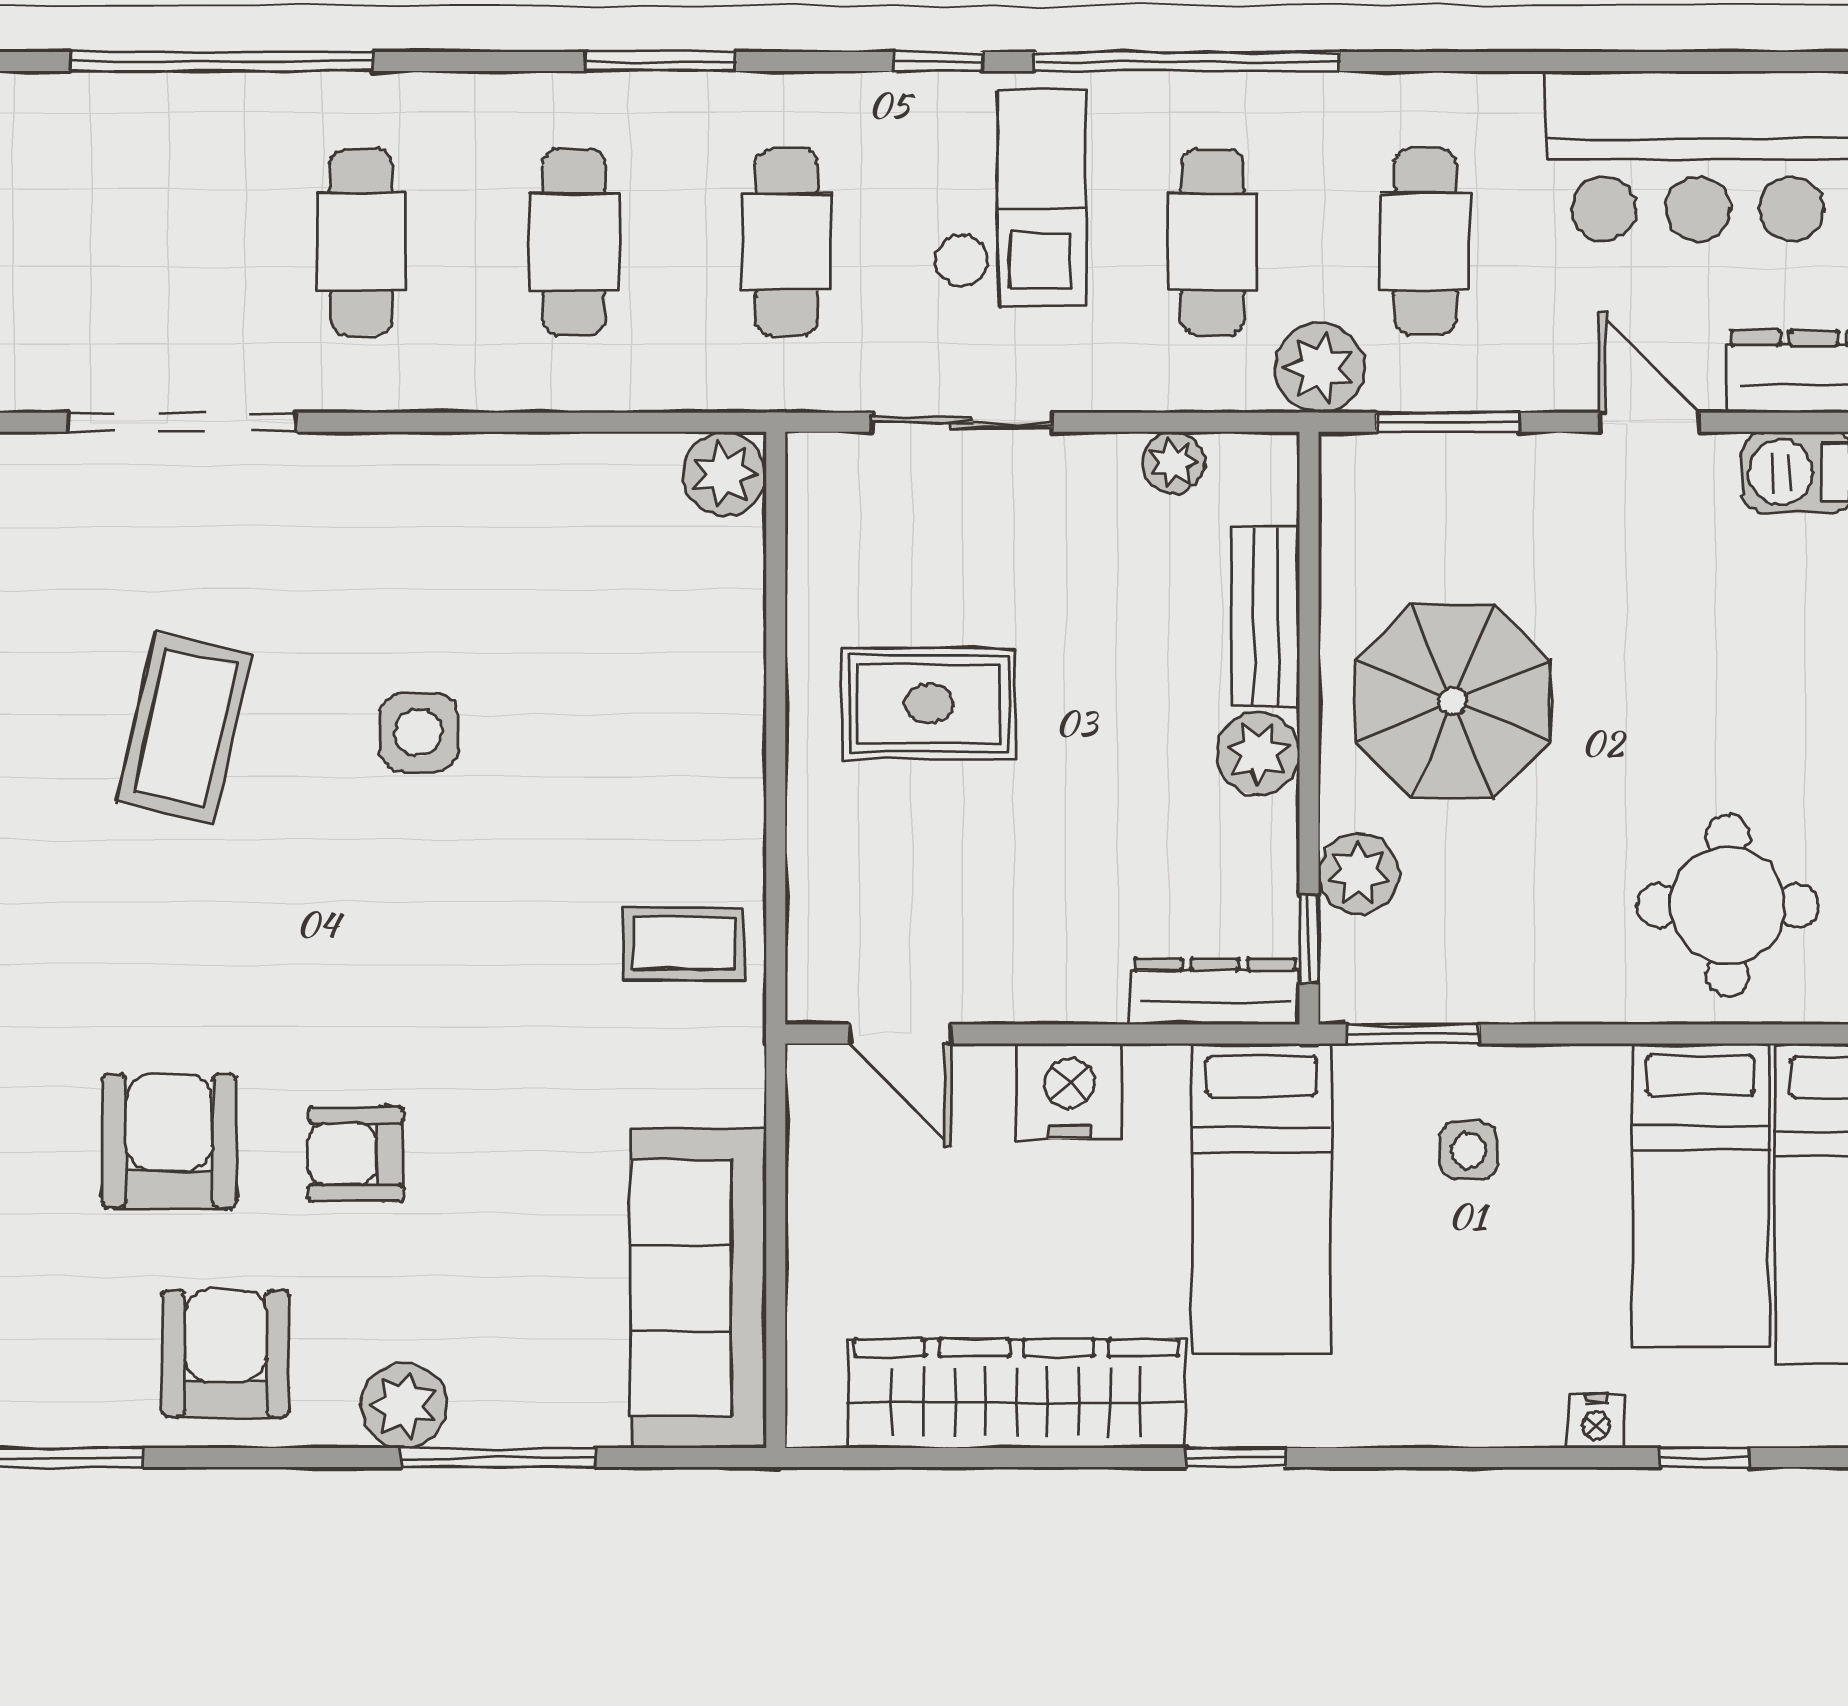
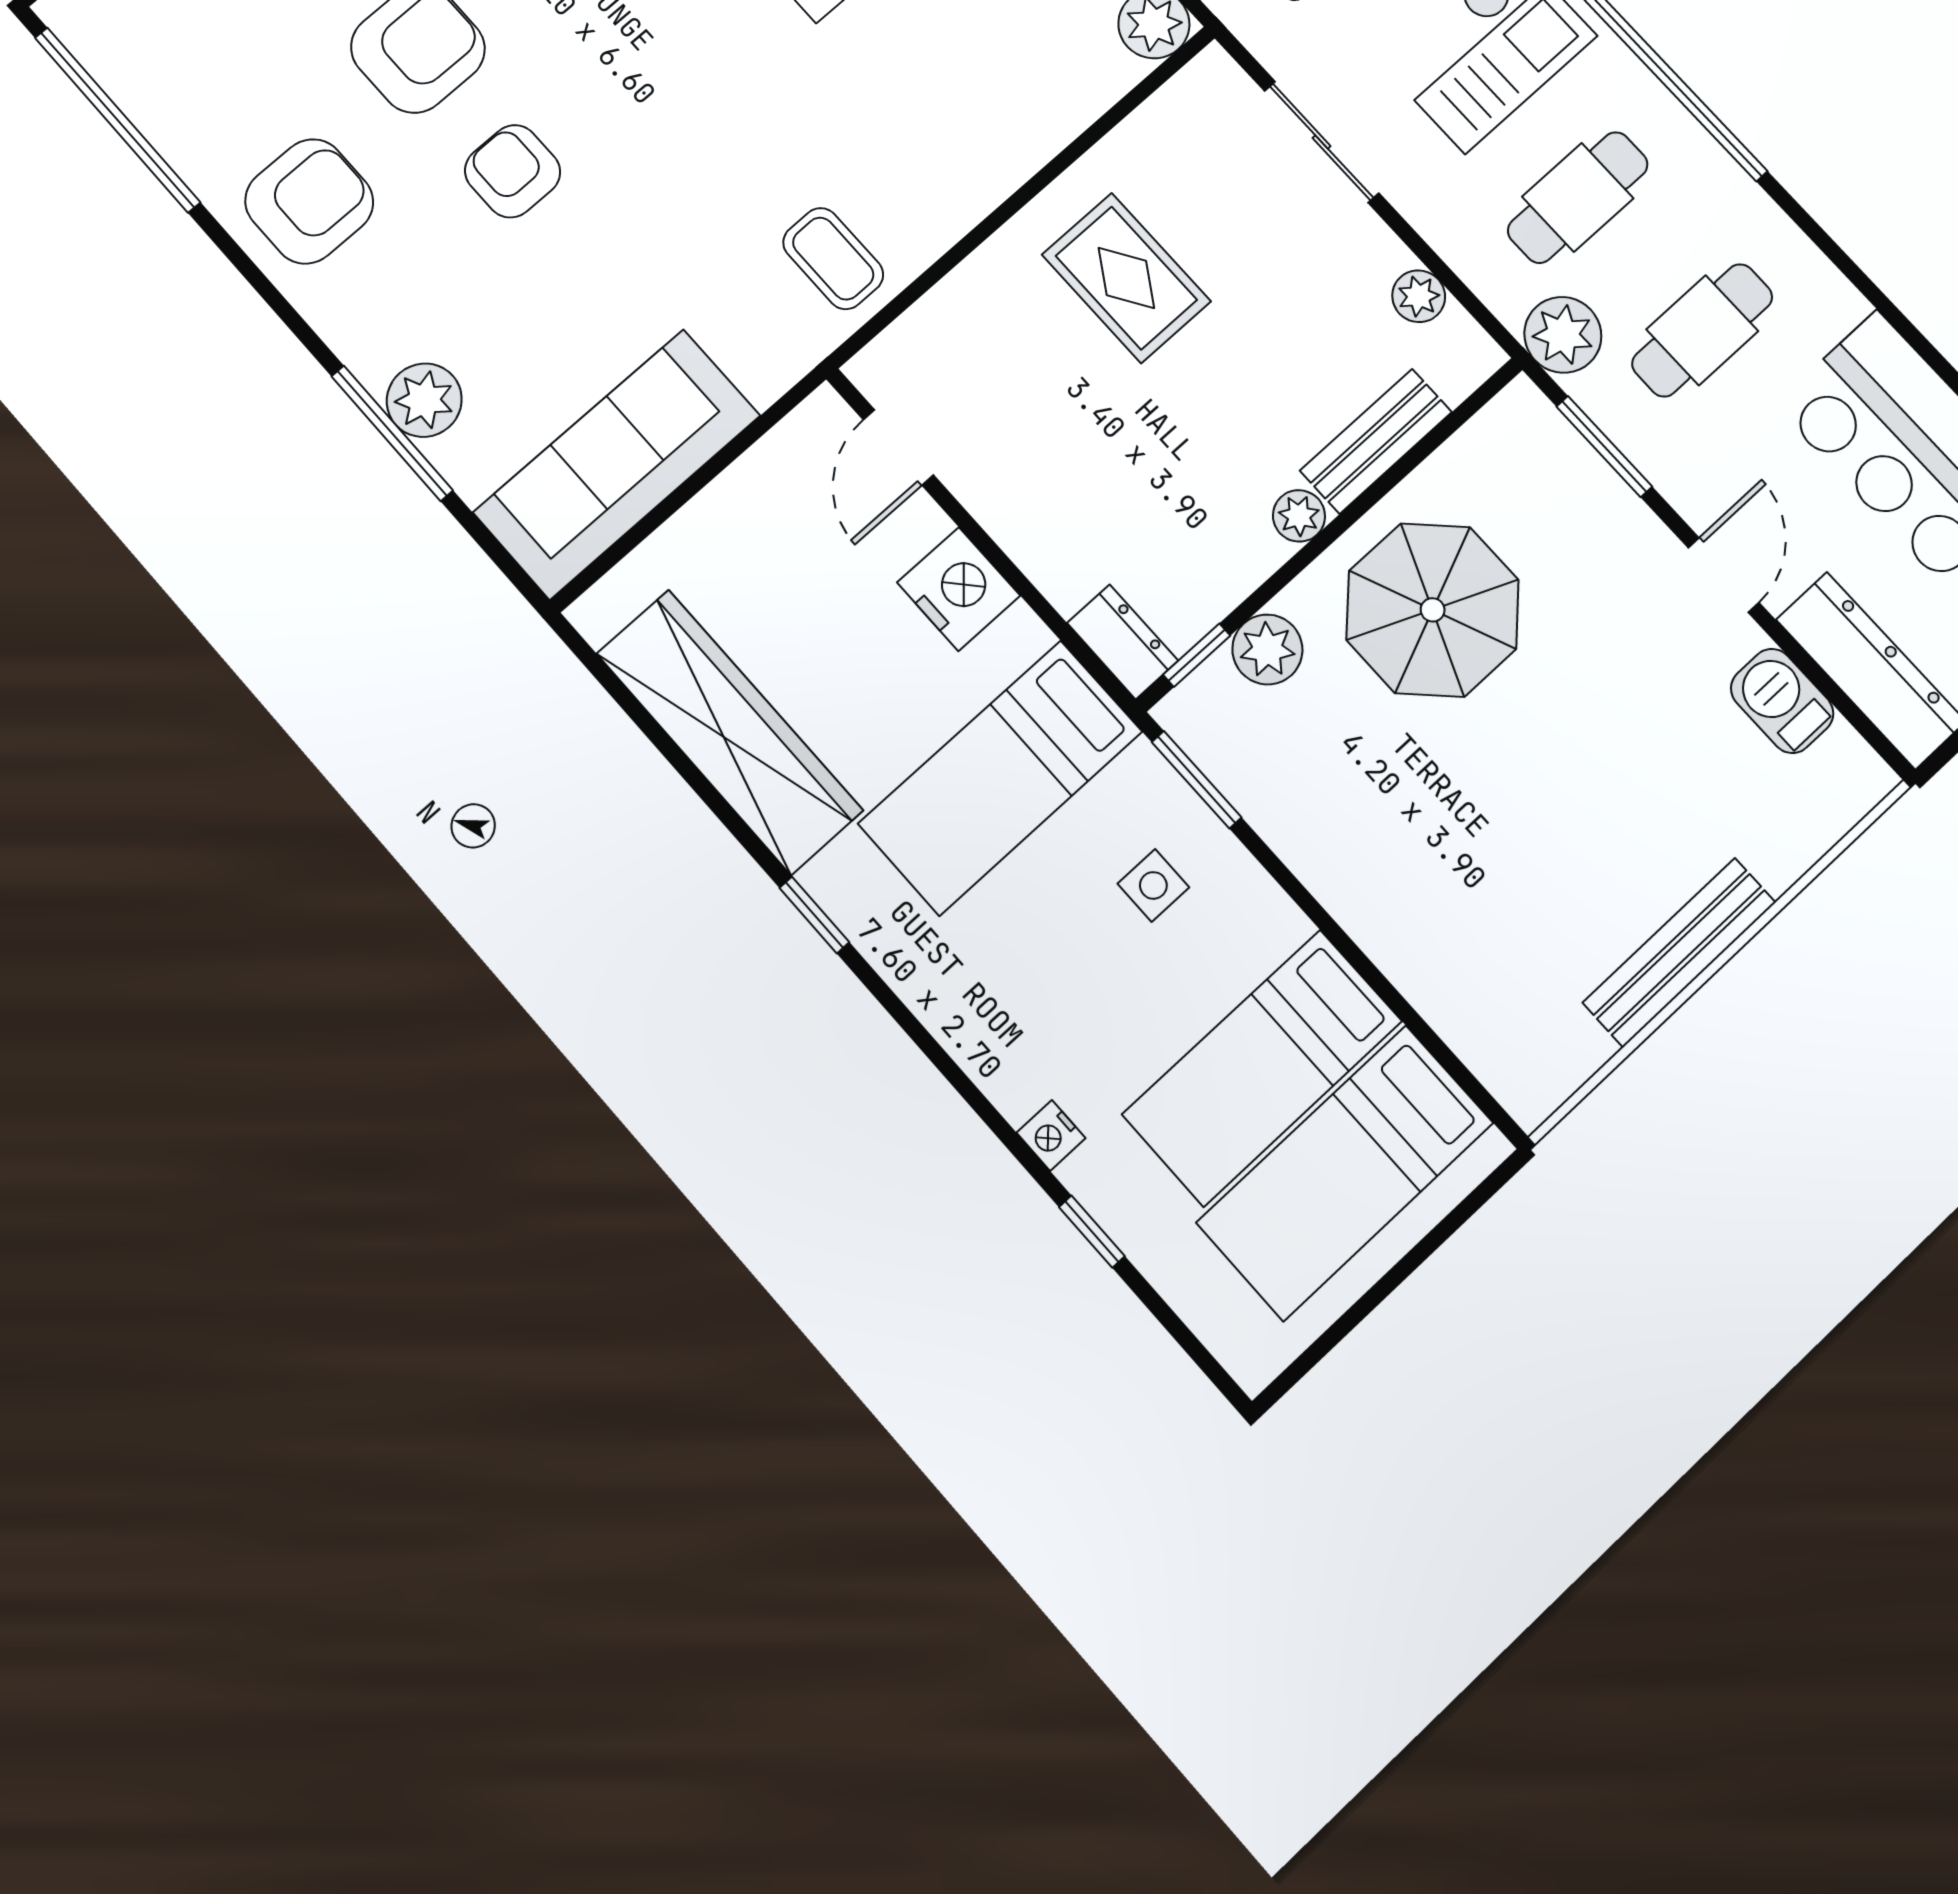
plant: (1258, 753) -> (1299, 516), width x0.73, depth x0.73
round table: (1728, 905) -> (1466, 911), removed
dresser: (1215, 992) -> (1123, 642), width x0.70
plant: (404, 1405) -> (424, 400), moved

